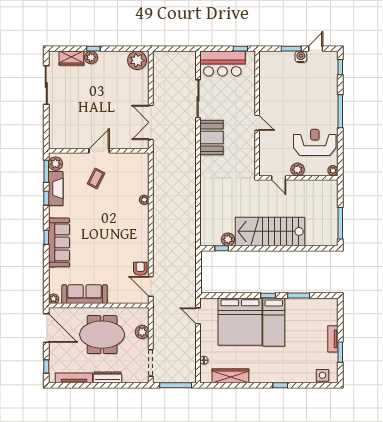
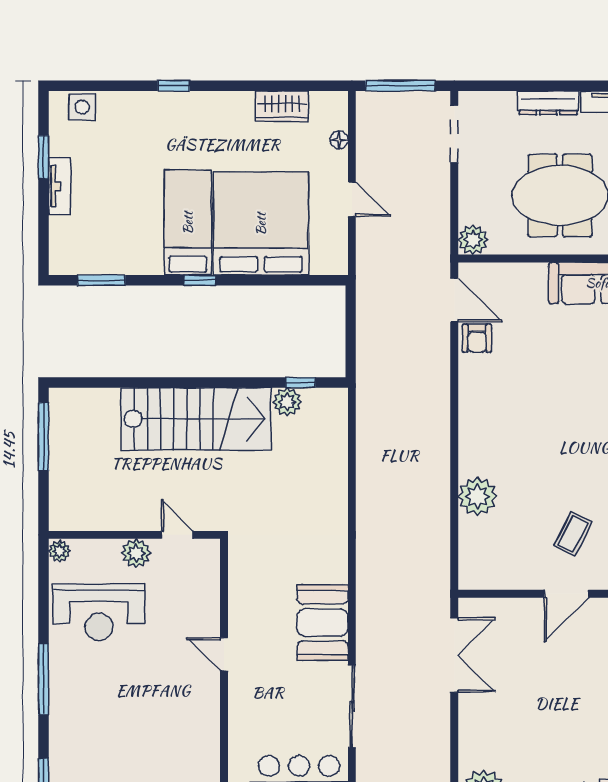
plant: (144, 200) -> (477, 496), width x1.87, depth x1.87
window: (299, 295) -> (101, 280), moved
door: (198, 316) -> (352, 199), moved
plant: (142, 332) -> (473, 240), moved
wardrobe: (230, 376) -> (282, 106), width x0.67

